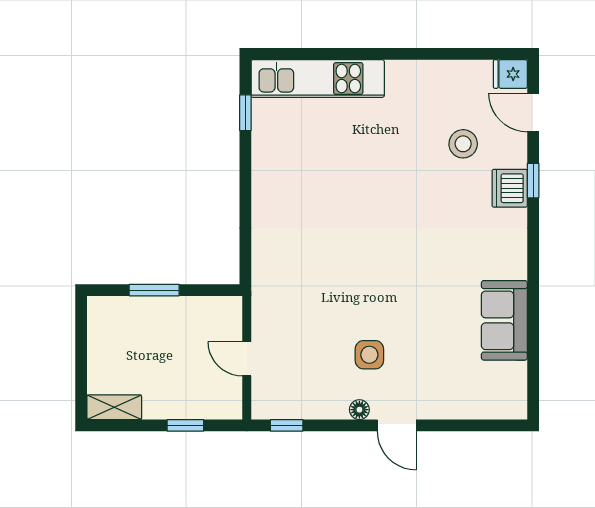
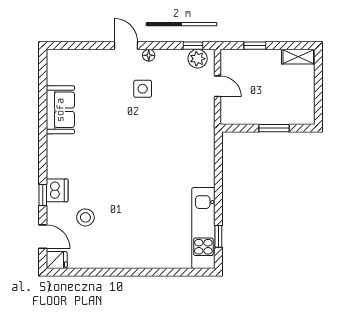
kitchen unit: (318, 79) -> (203, 228), moved, turned -90
plant: (279, 404) -> (198, 59), added

